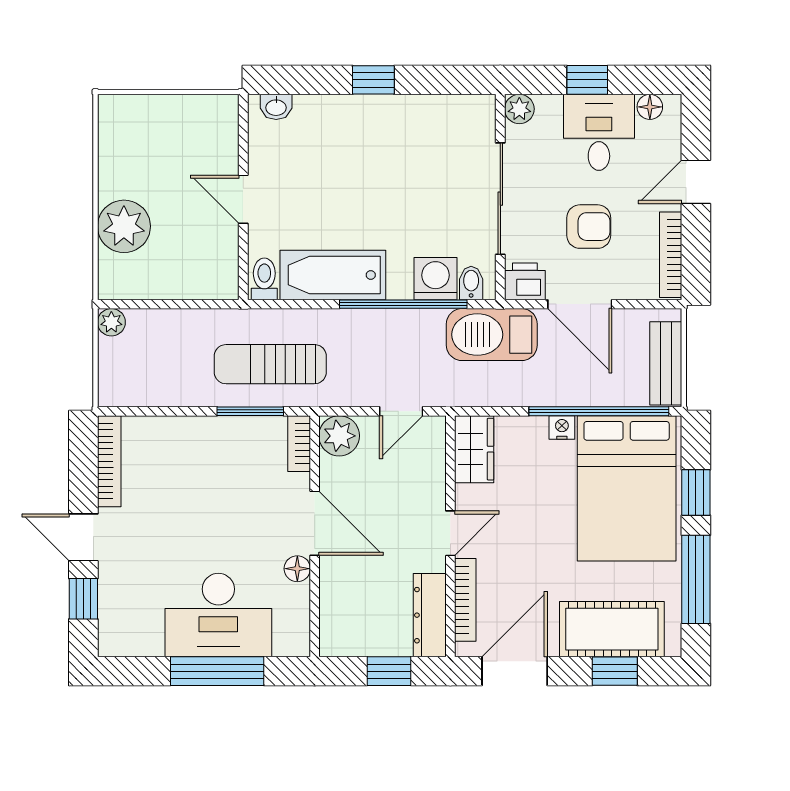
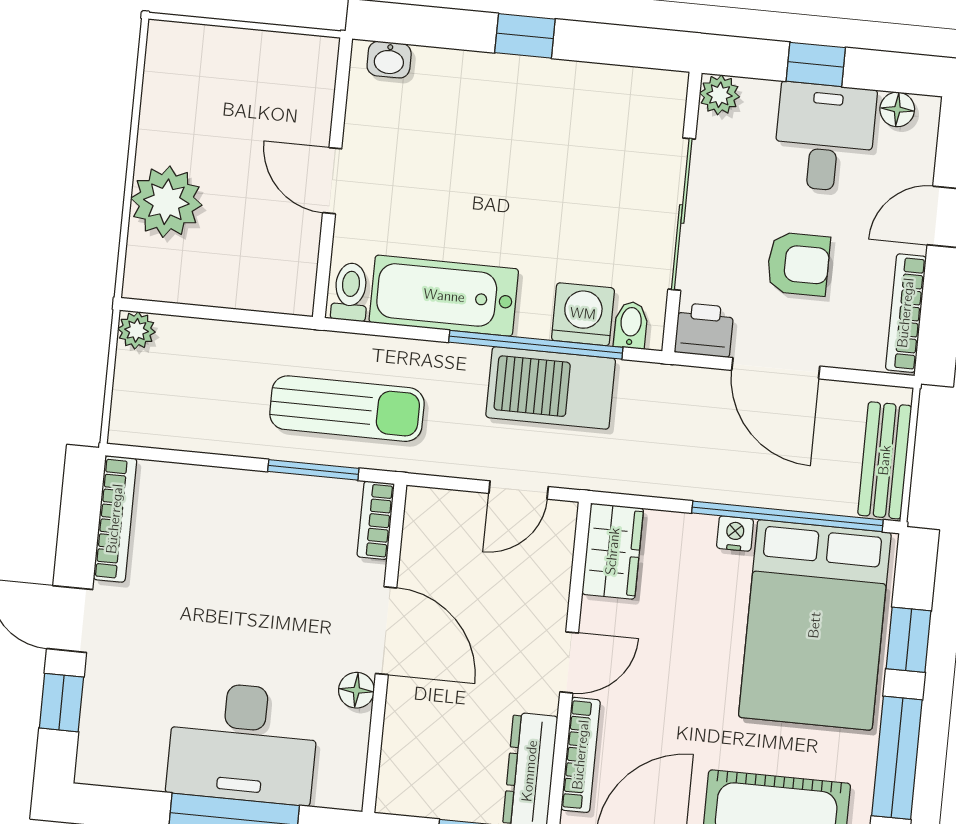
barbecue: (492, 335) -> (551, 388), moved
sun lounger: (270, 364) -> (347, 409), turned 180
plant: (339, 436) -> (431, 515), removed

